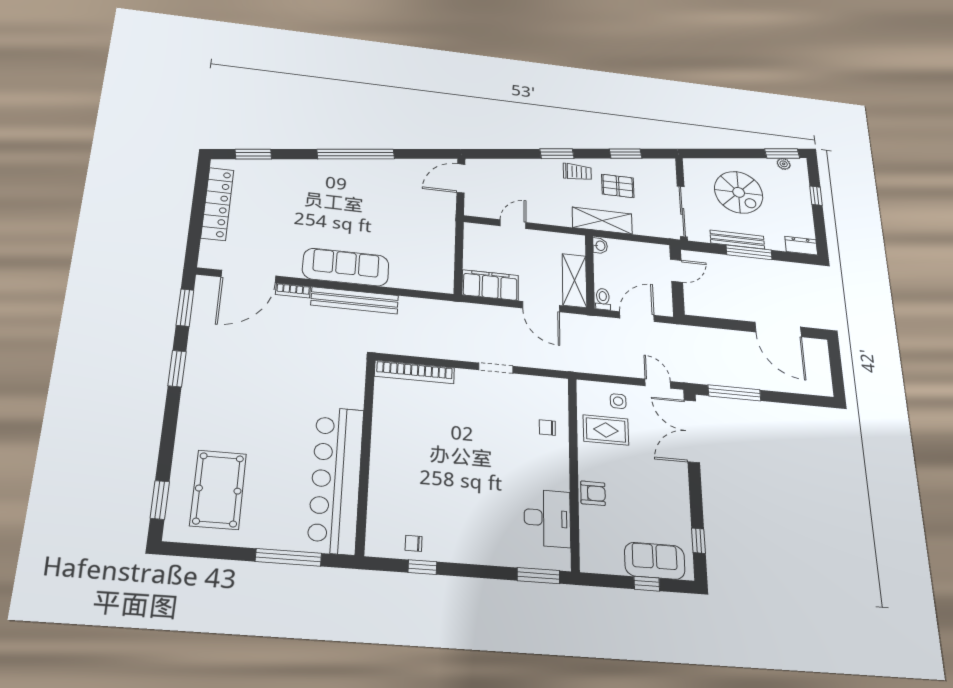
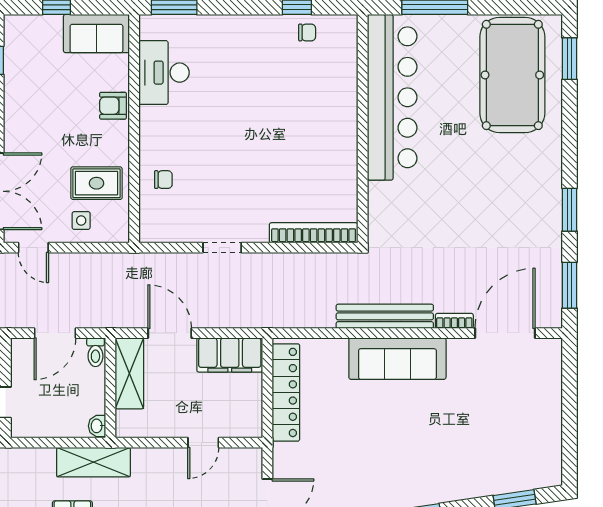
locker: (217, 204) -> (286, 392), moved, turned 180
pool table: (218, 490) -> (512, 75), width x1.36, depth x1.32
sofa: (655, 561) -> (96, 34), moved

